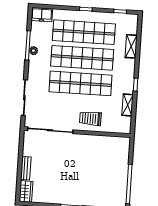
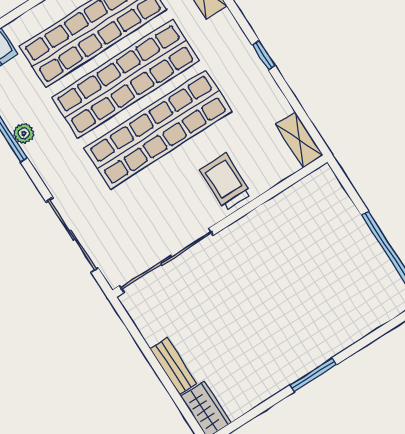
shelving: (128, 105) -> (299, 140), moved
trolley: (90, 118) -> (226, 182), turned 89

